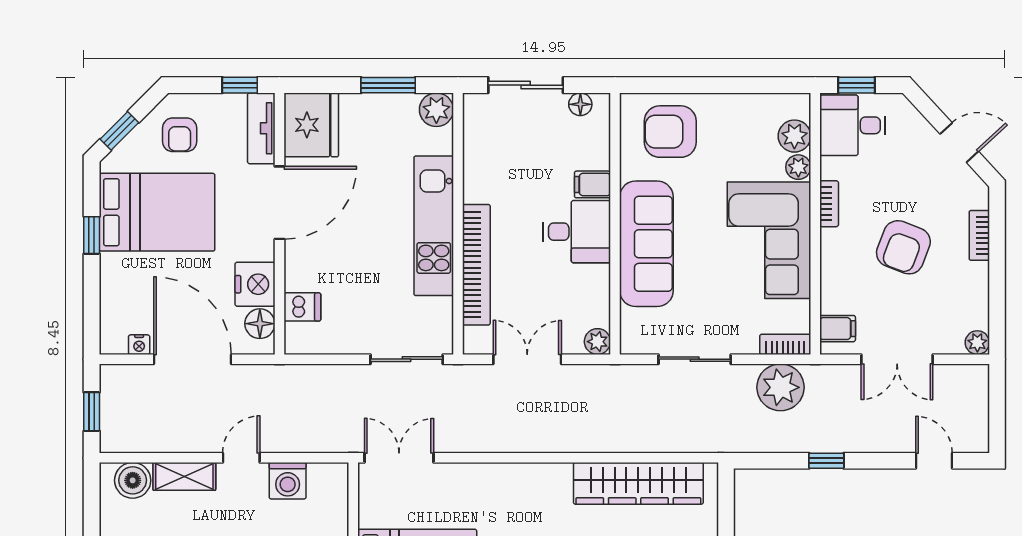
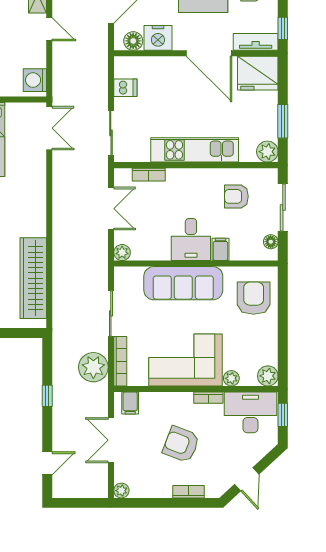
desk: (853, 125) -> (250, 412), width x1.37
plant: (794, 136) -> (268, 376), moved
armchair: (508, 159) -> (236, 196), added
bookcase: (476, 265) -> (149, 175), width x0.43, depth x0.76
dishwasher: (302, 307) -> (125, 88), moved, turned -90
bookcase: (785, 344) -> (120, 361), width x1.56
washing machine: (288, 481) -> (35, 80), moved

